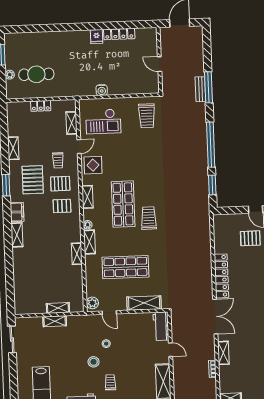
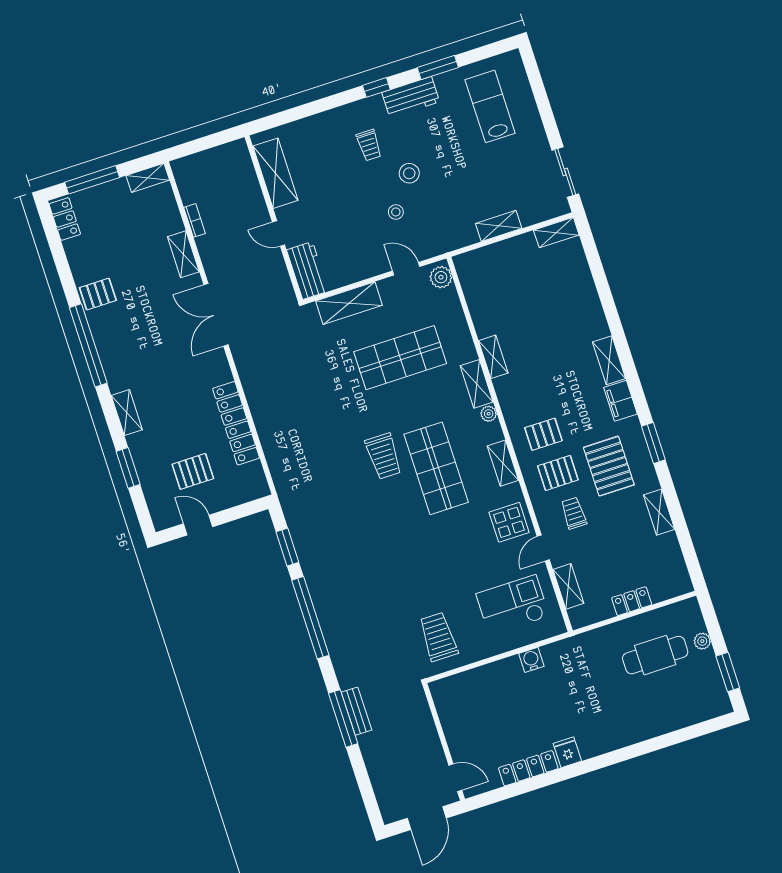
door: (160, 64) -> (455, 778), moved
locker: (221, 276) -> (236, 423), moved
shelving: (58, 308) -> (556, 233), moved

